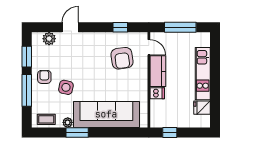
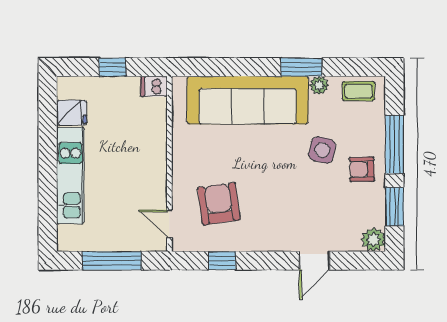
plant: (49, 39) -> (373, 240), moved
kitchen counter: (158, 71) -> (153, 180), removed
armchair: (44, 77) -> (362, 169), turned 89
dishwasher: (157, 93) -> (154, 86), moved
window: (170, 132) -> (112, 67), moved

